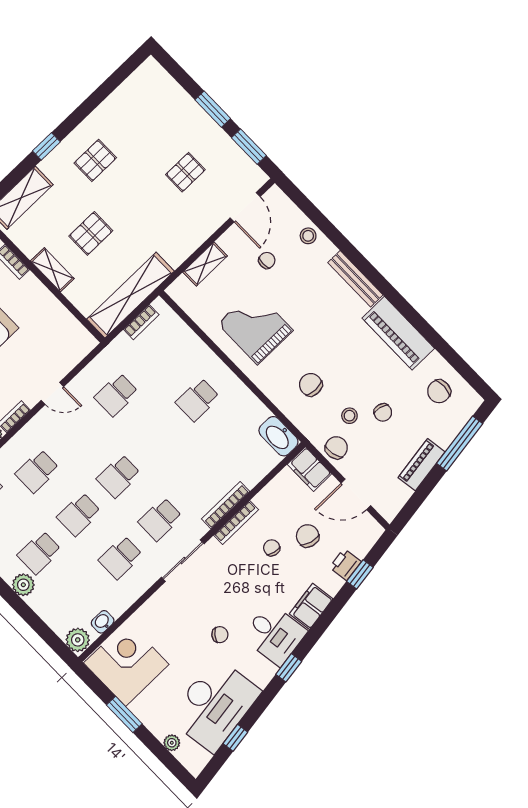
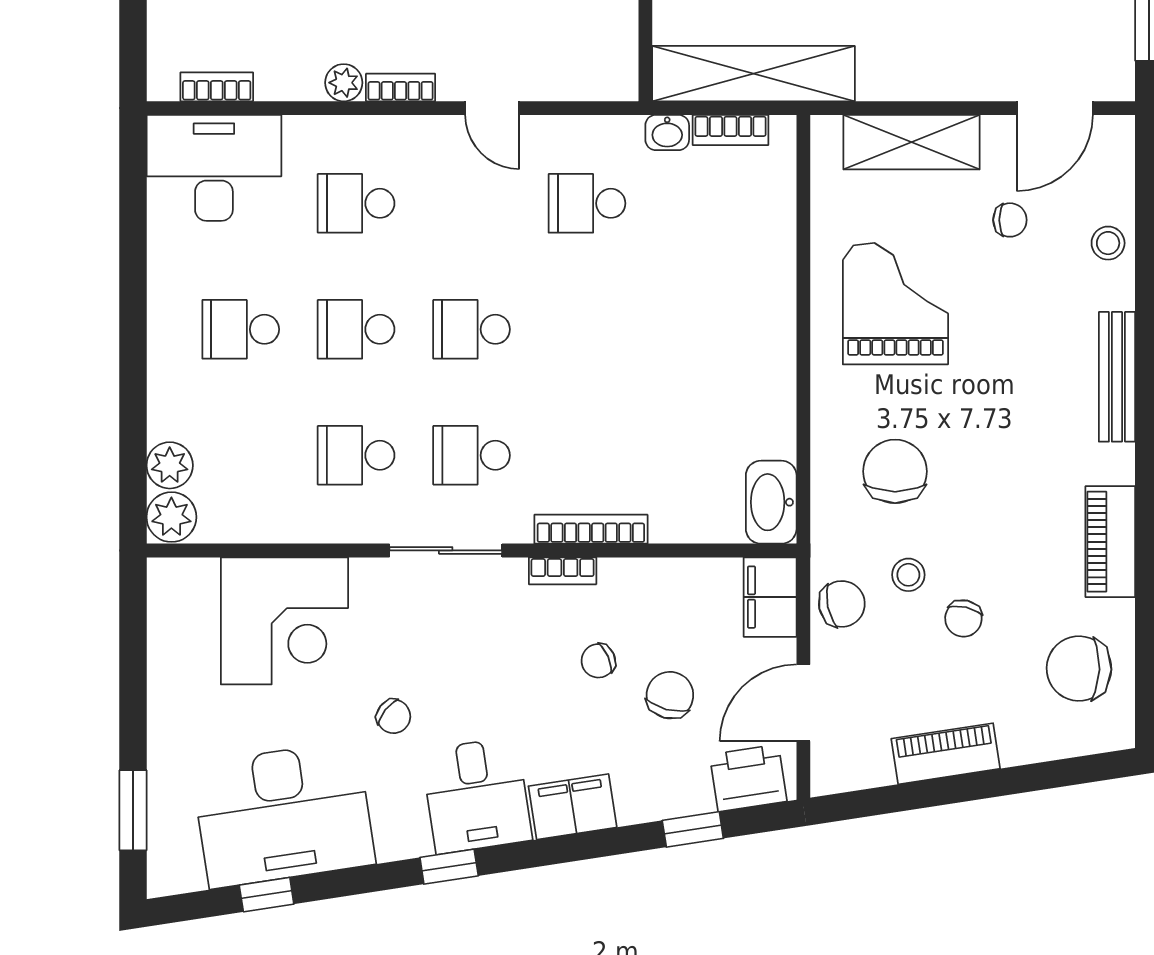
shelving: (205, 264) -> (912, 142), width x1.50, depth x1.33
piano: (398, 333) -> (1110, 542), width x0.73, depth x0.75
chair: (311, 385) -> (895, 471), width x1.37, depth x1.37
chair: (439, 391) -> (1079, 669), width x1.37, depth x1.37
school desk: (198, 400) -> (702, 329), removed
window: (460, 443) -> (1034, 777), removed
door: (356, 494) -> (803, 703), hinge flipped
bookcase: (236, 523) -> (563, 571), width x0.64
chair: (272, 548) -> (598, 661), turned -127
printer: (345, 565) -> (748, 778), moved, width x1.36, depth x1.24
plant: (23, 585) -> (170, 465), moved
washbasin: (103, 622) -> (667, 133), moved, turned 180
corner desk: (126, 664) -> (284, 621), moved, turned 90
window: (124, 714) -> (133, 810), moved
plant: (172, 743) -> (163, 809), removed

